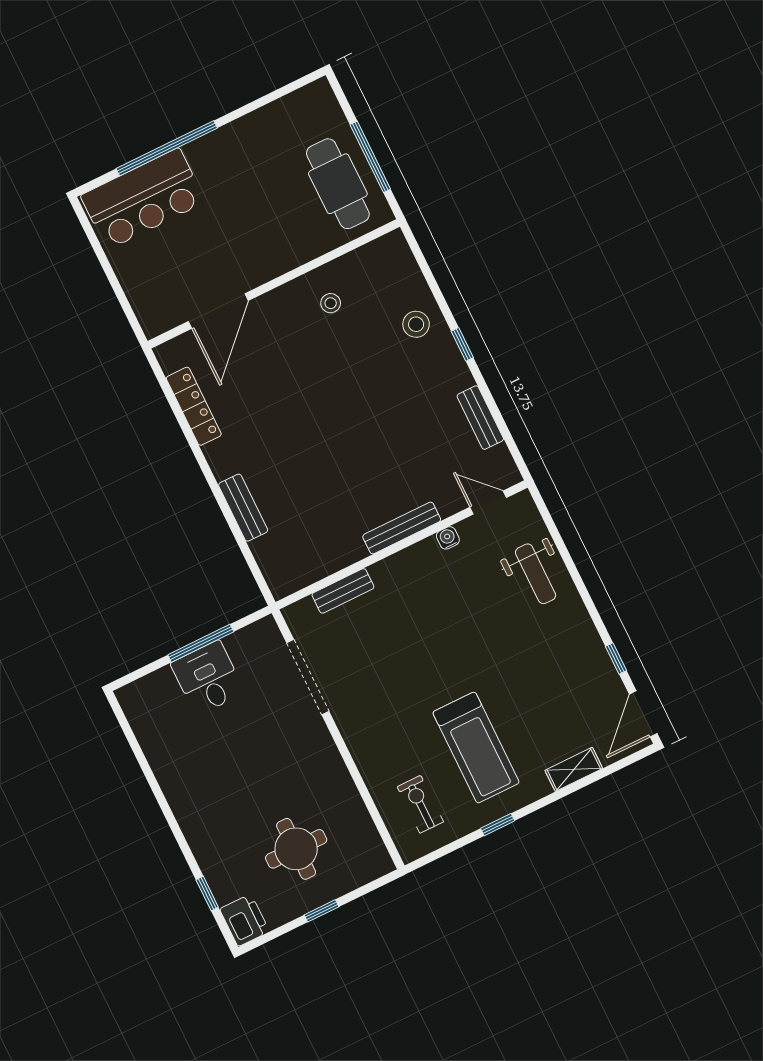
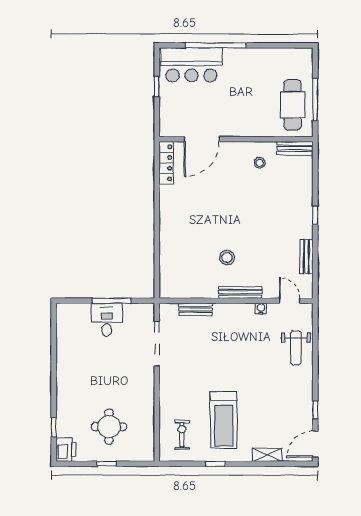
window: (104, 262) -> (157, 87), added
stool: (416, 324) -> (227, 258), moved
locker: (194, 406) -> (166, 163), moved
bench: (243, 508) -> (295, 148), moved, turned 90

